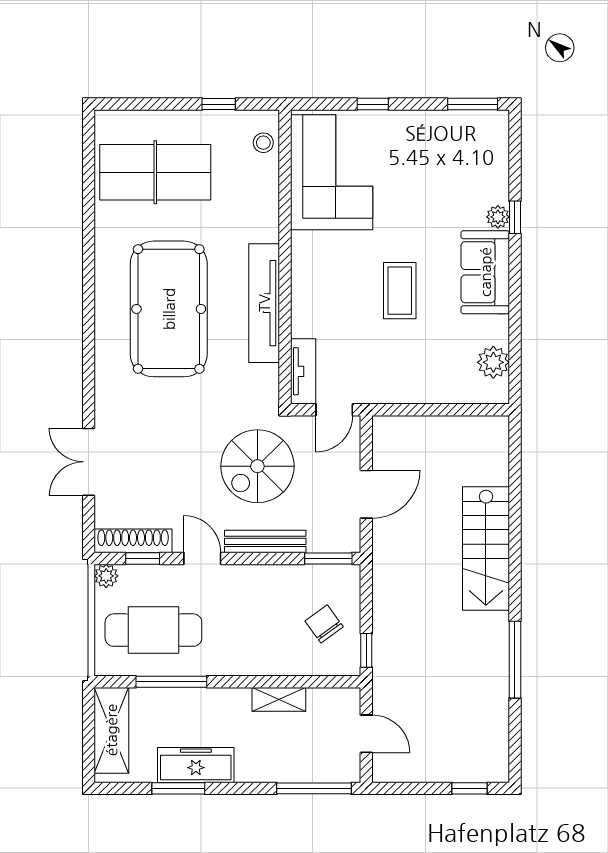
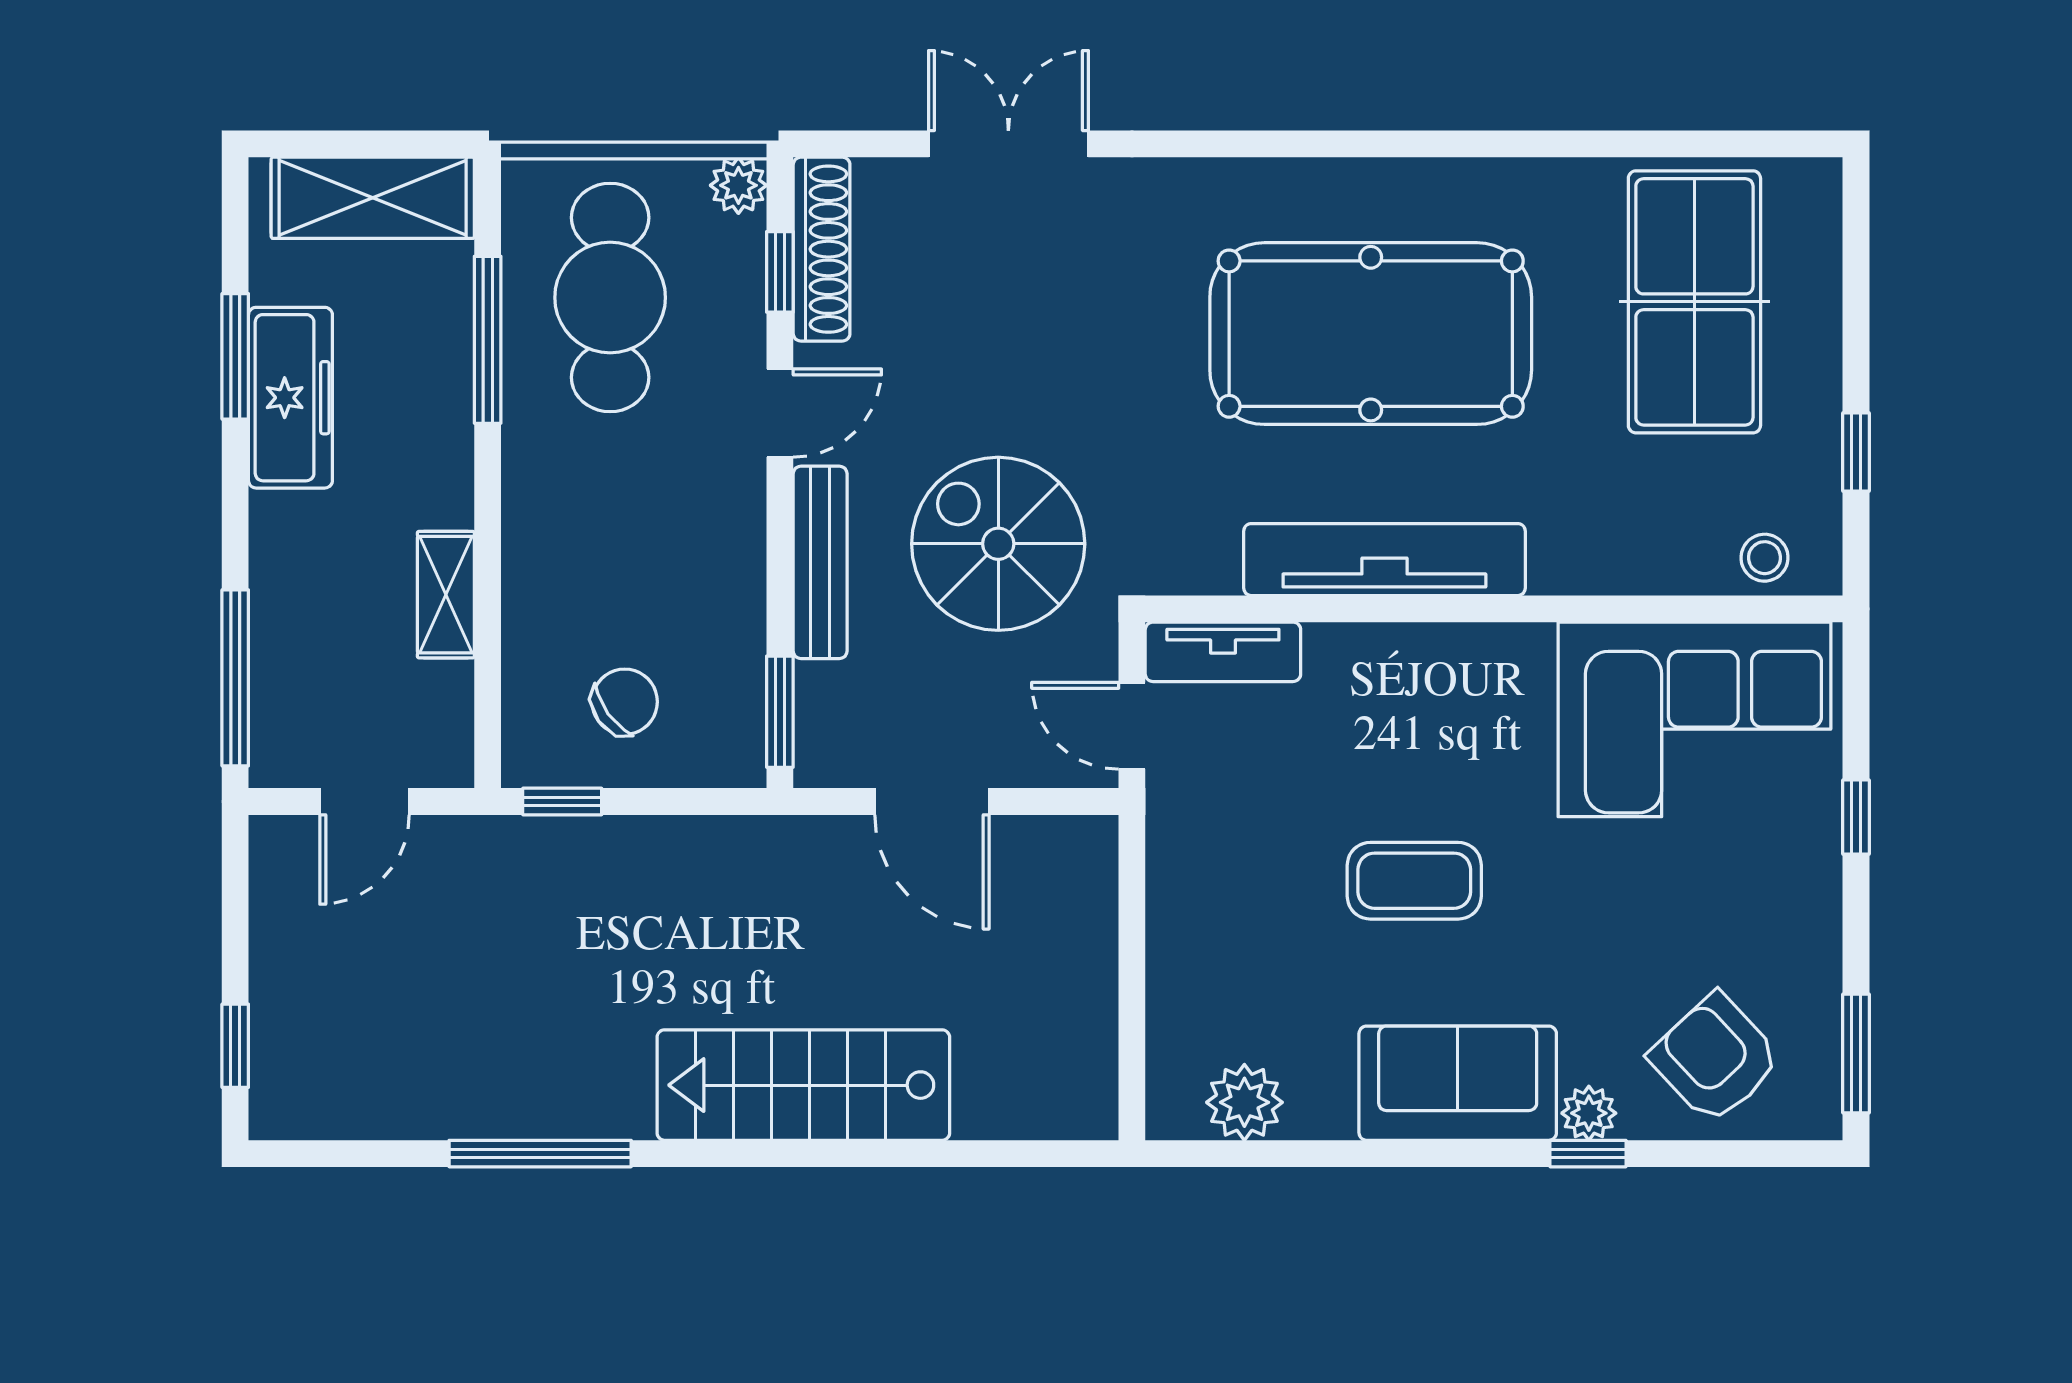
armchair: (475, 163) -> (1715, 1058), added

